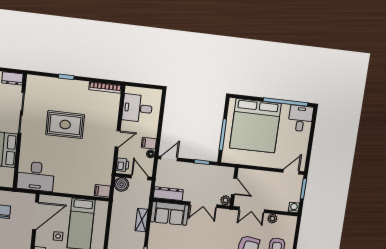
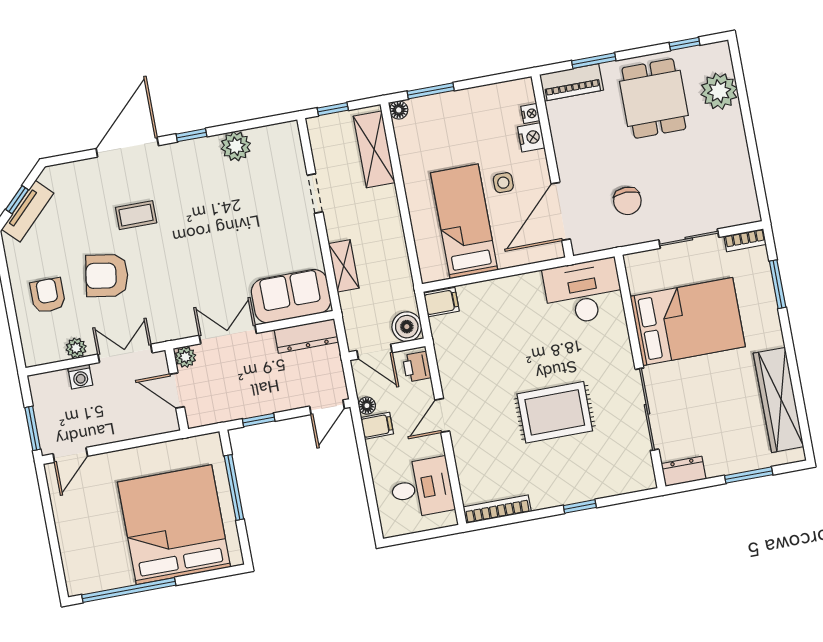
desk: (301, 118) -> (87, 567), removed
washing machine: (294, 207) -> (80, 377), moved

